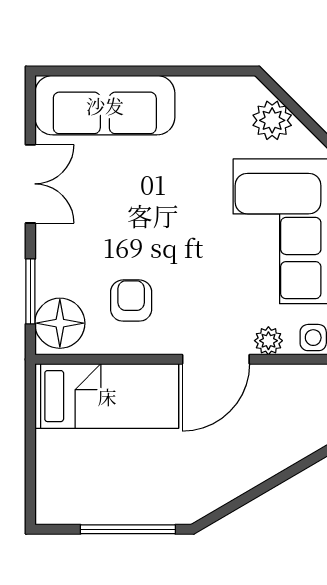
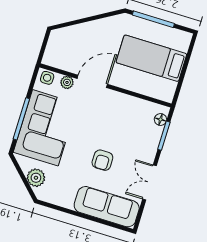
armchair: (131, 301) -> (102, 160), moved
floor lamp: (60, 323) -> (160, 119), width x0.53, depth x0.53
bed: (107, 396) -> (151, 58), moved

